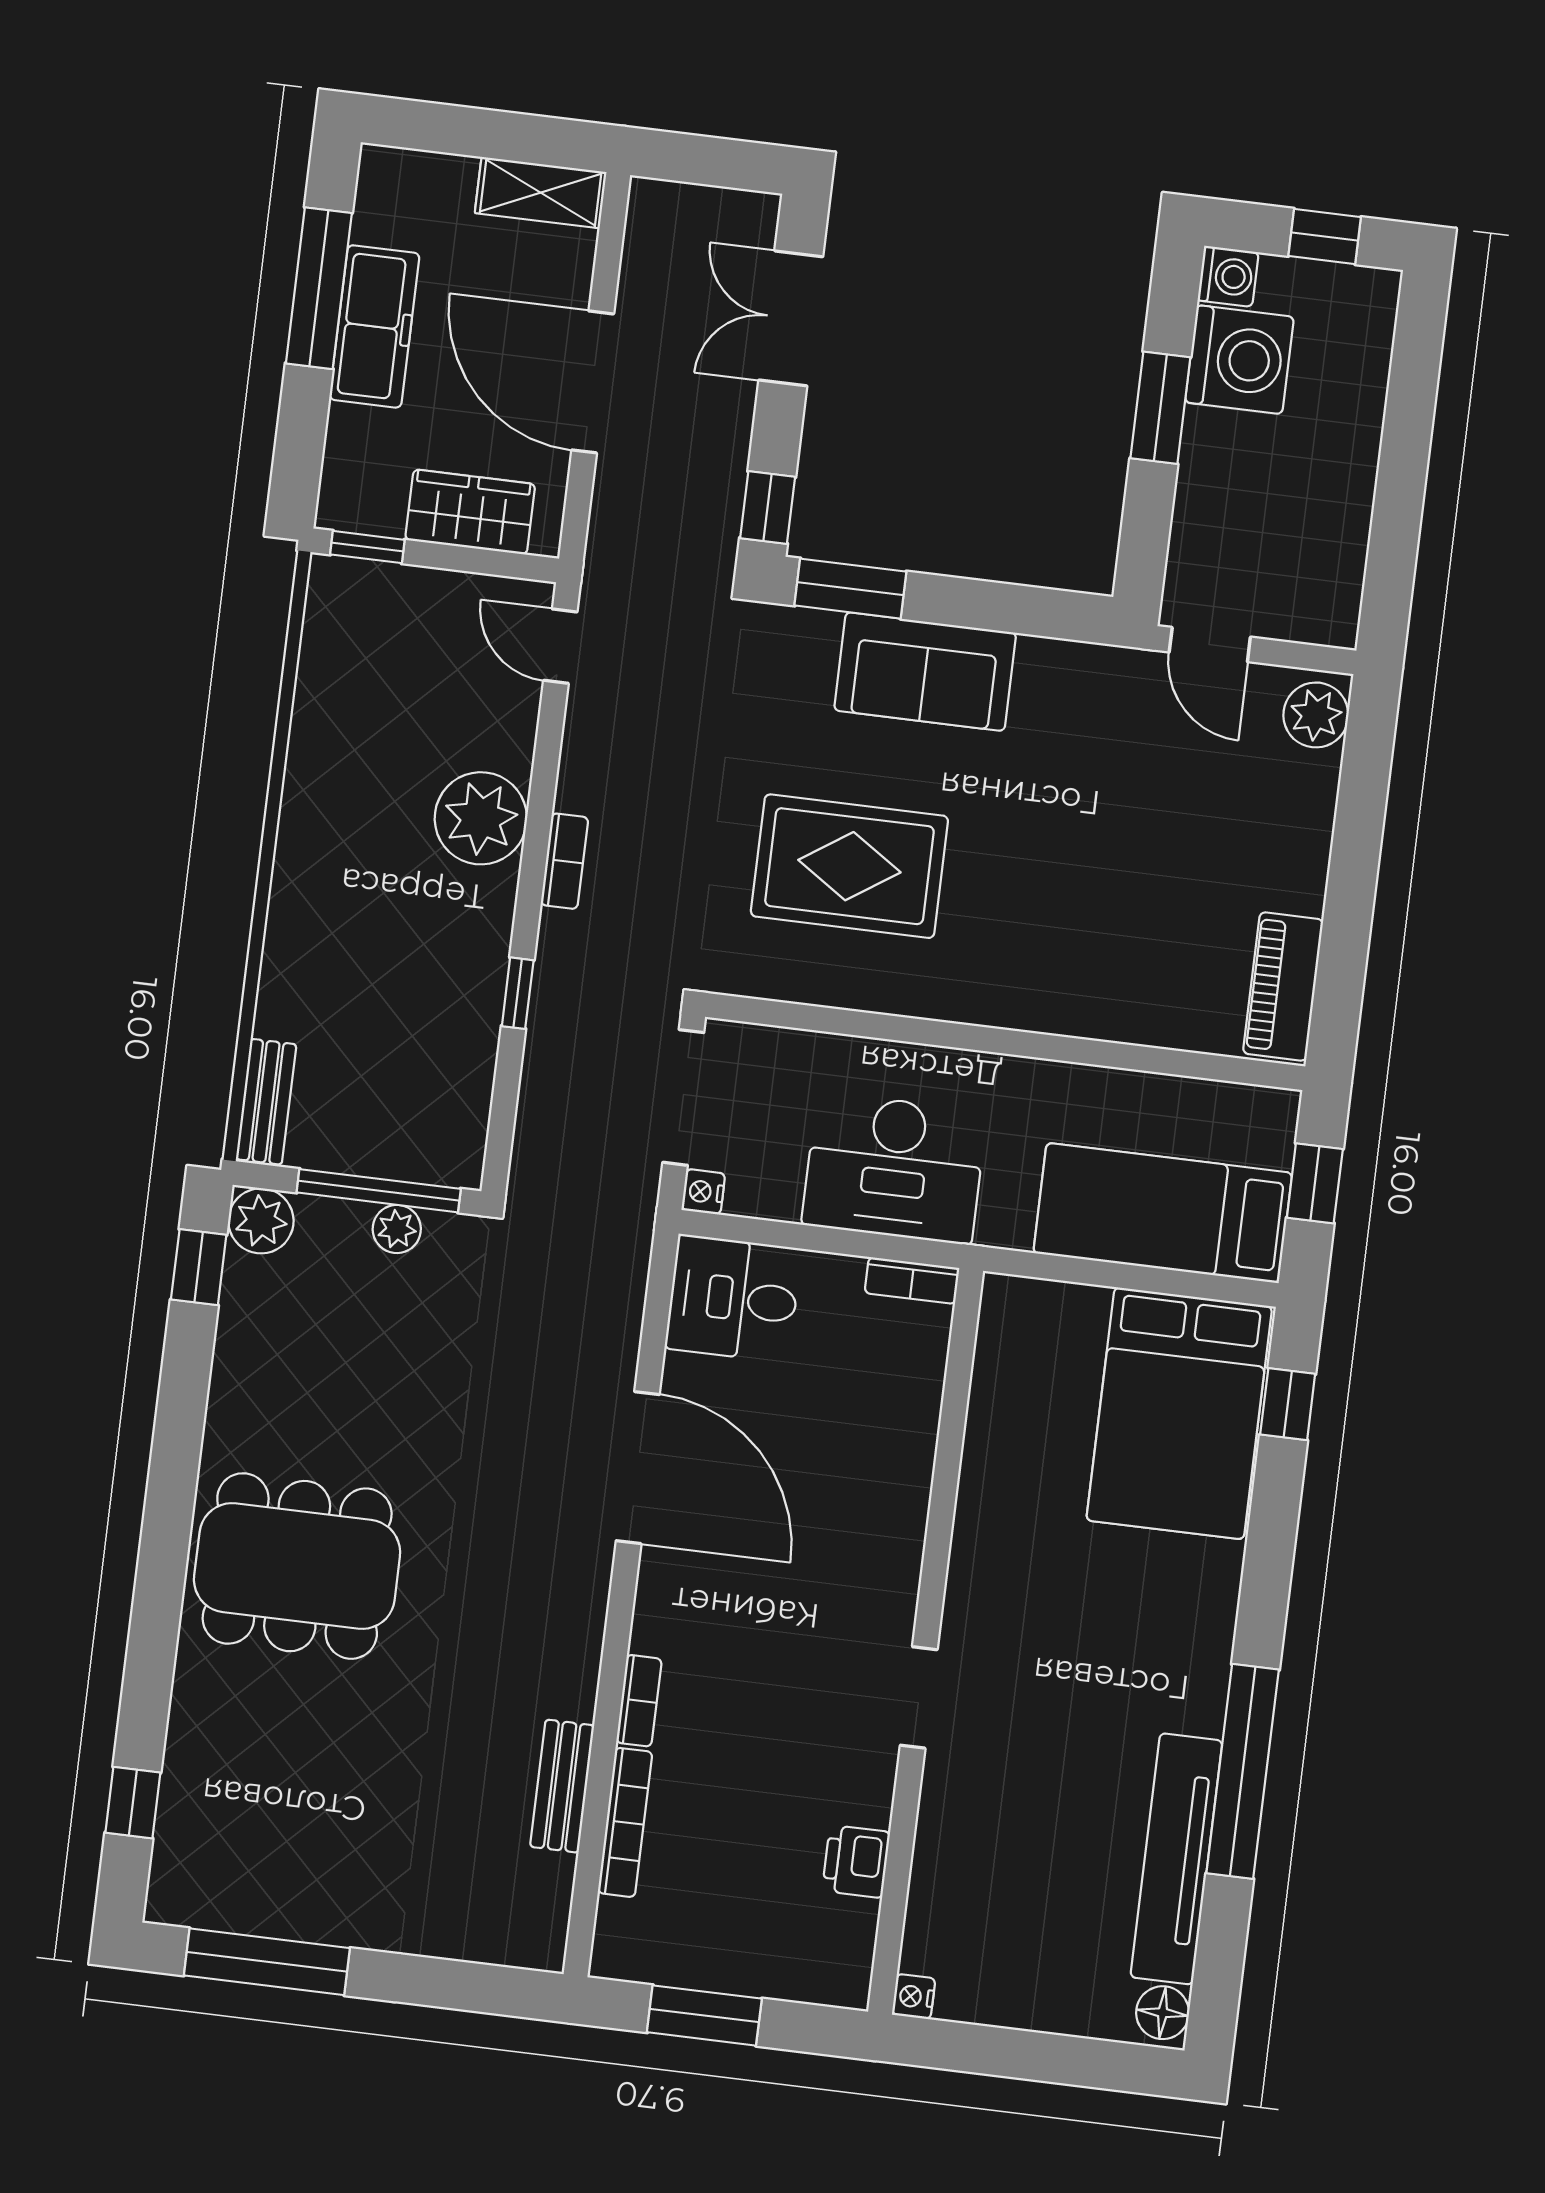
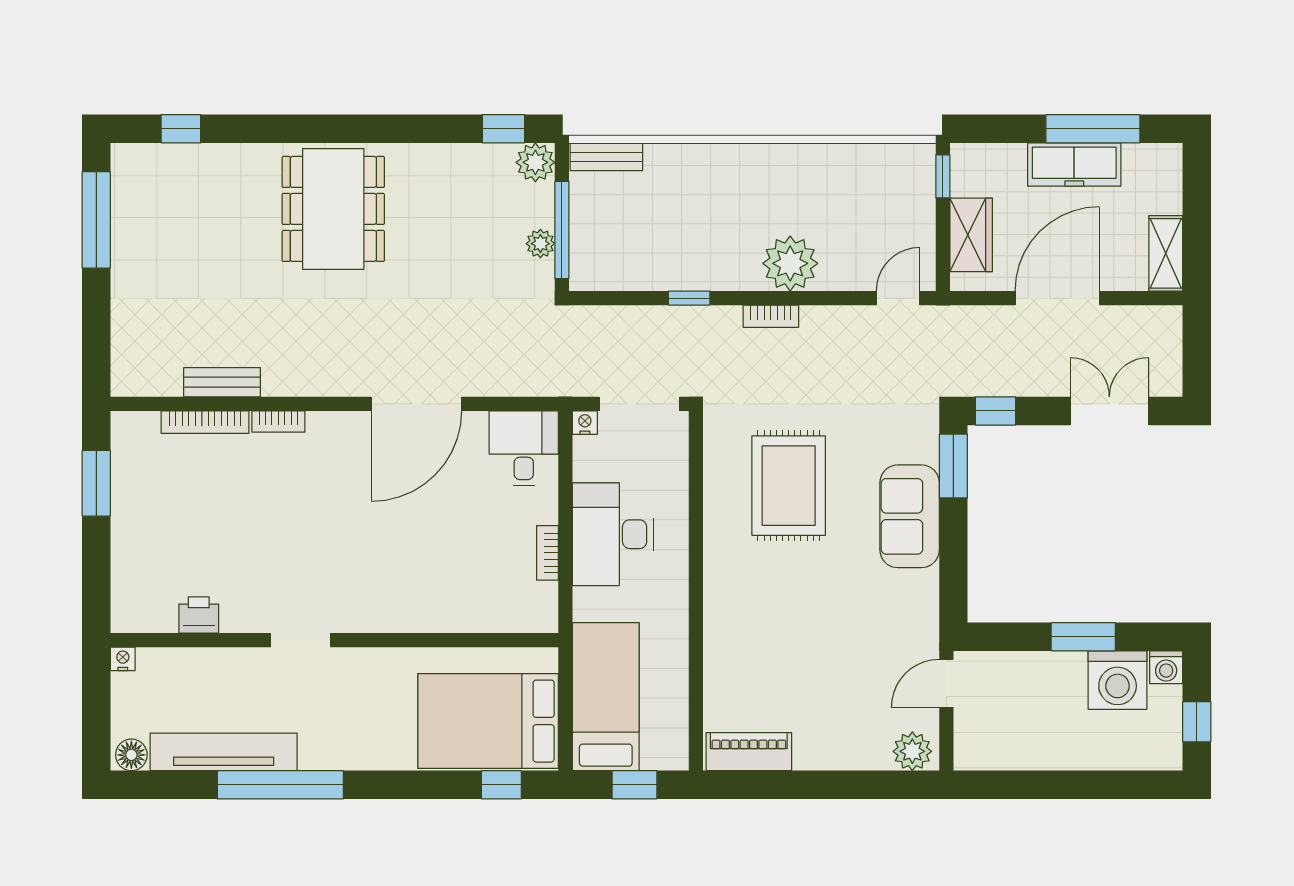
wall: (926, 1641) -> (334, 640), moved
doorway: (919, 1697) -> (301, 640), moved
printer: (856, 1861) -> (199, 615), moved
nightstand: (914, 1997) -> (123, 659), moved

